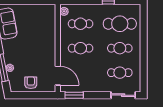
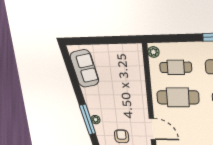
cafe table: (81, 48) -> (178, 97), width x1.37, depth x1.35

